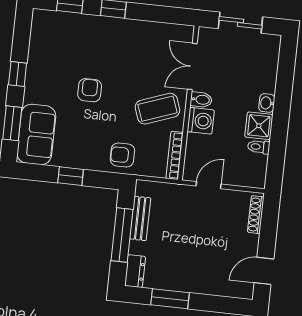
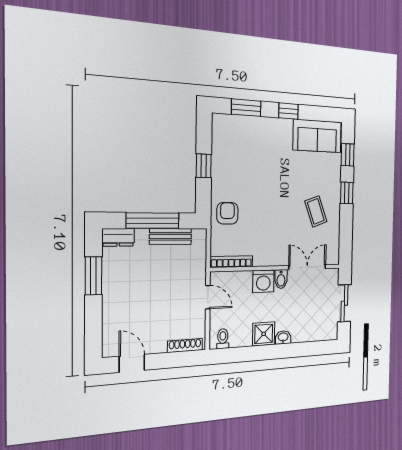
armchair: (90, 90) -> (280, 178), removed
coffee table: (158, 109) -> (316, 211), moved, width x0.73, depth x0.77
sofa: (36, 134) -> (317, 136), moved
toilet: (259, 147) -> (223, 339), moved

